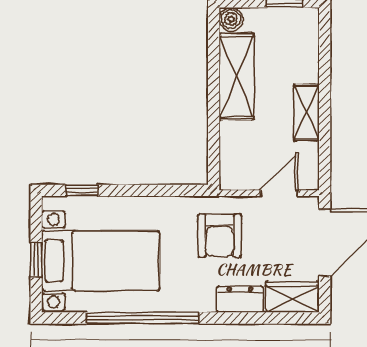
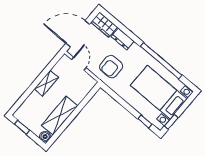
door: (279, 193) -> (79, 64), swing flipped
armchair: (220, 235) -> (111, 66), turned 180
window: (36, 260) -> (171, 122), moved

